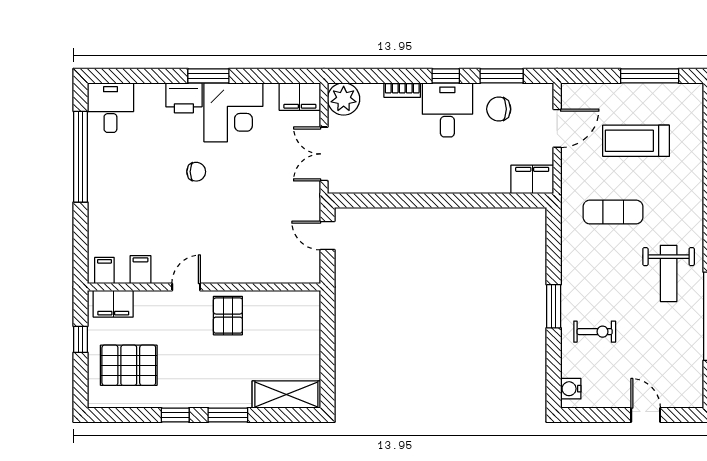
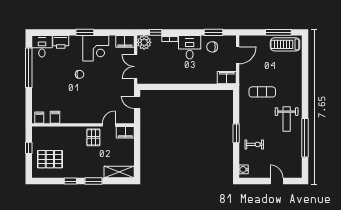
window: (446, 76) -> (156, 32), moved
printer: (184, 98) -> (61, 42), moved
treadmill: (636, 141) -> (285, 44), moved
door: (186, 287) -> (109, 125), moved
filing cabinet: (113, 304) -> (125, 132), moved

